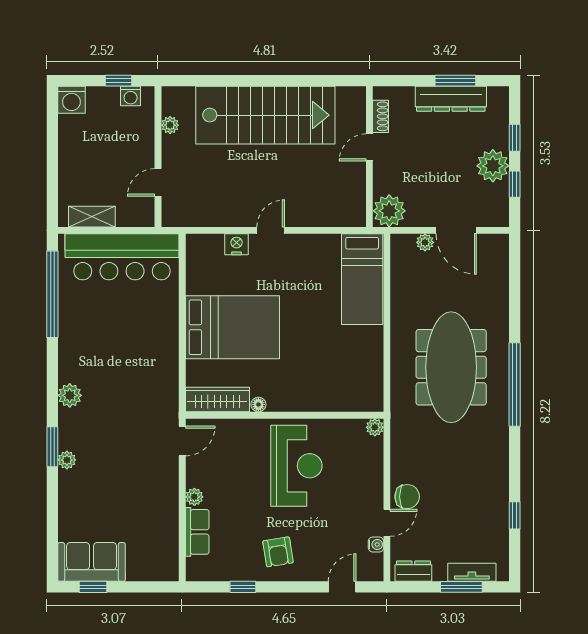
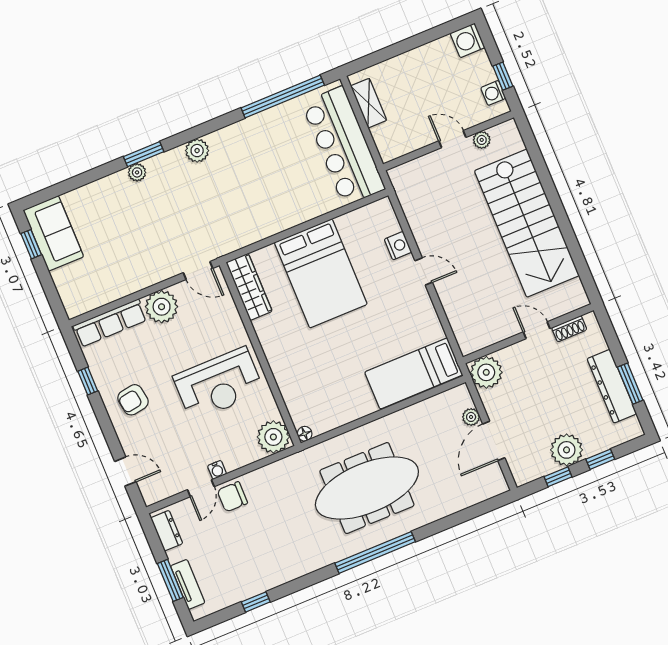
door: (158, 182) -> (452, 139), moved
floor lamp: (258, 405) -> (305, 434), moved
plant: (375, 427) -> (273, 437), width x1.88, depth x1.88
plant: (194, 497) -> (162, 307), width x1.87, depth x1.87
chair: (407, 497) -> (232, 497), turned 90
door: (387, 523) -> (201, 488), hinge flipped
row of seats: (197, 532) -> (110, 323), width x1.48
water cooler: (376, 545) -> (217, 470), moved

